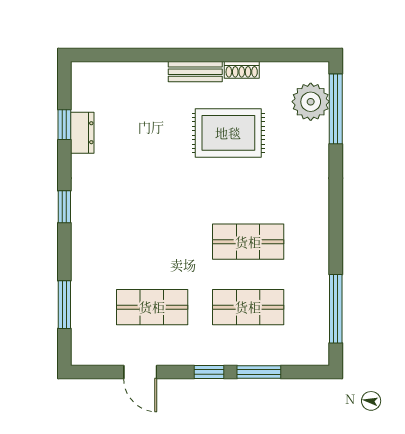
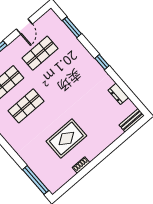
bench: (195, 72) -> (132, 120), moved
plant: (311, 102) -> (47, 175), removed
window: (64, 125) -> (127, 91), removed
door: (140, 372) -> (24, 26), swing flipped

